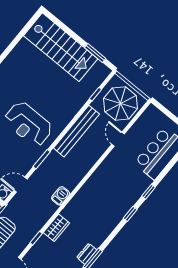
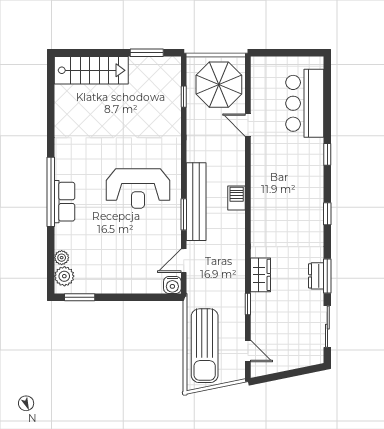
stairs: (61, 47) -> (91, 70), width x0.73, depth x0.66
bench: (76, 131) -> (196, 202), moved
barbecue: (61, 196) -> (237, 198), moved
window: (130, 214) -> (327, 214), moved

